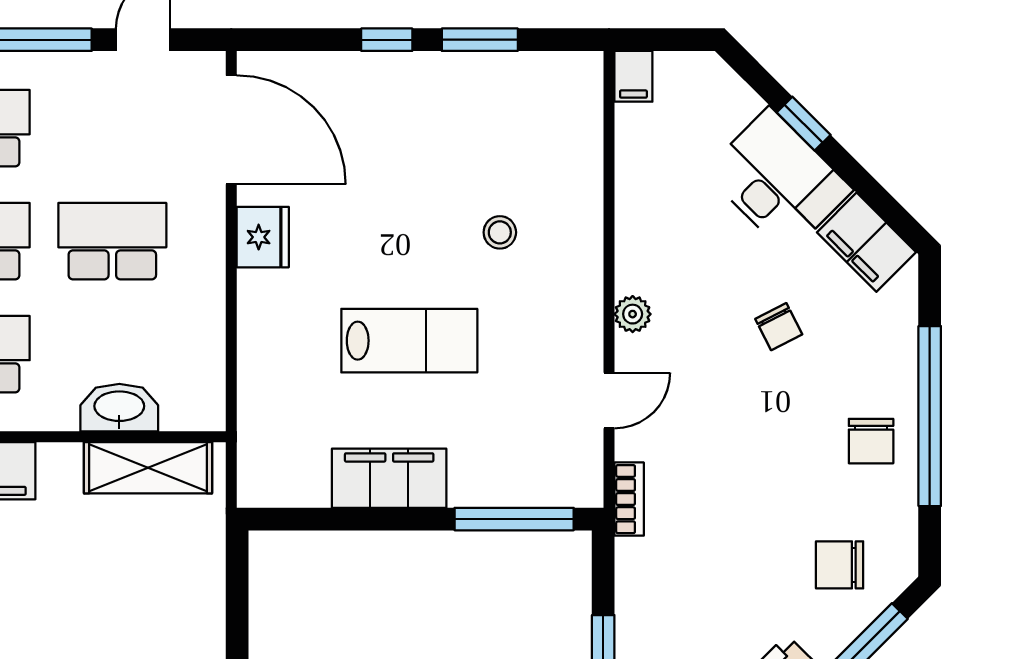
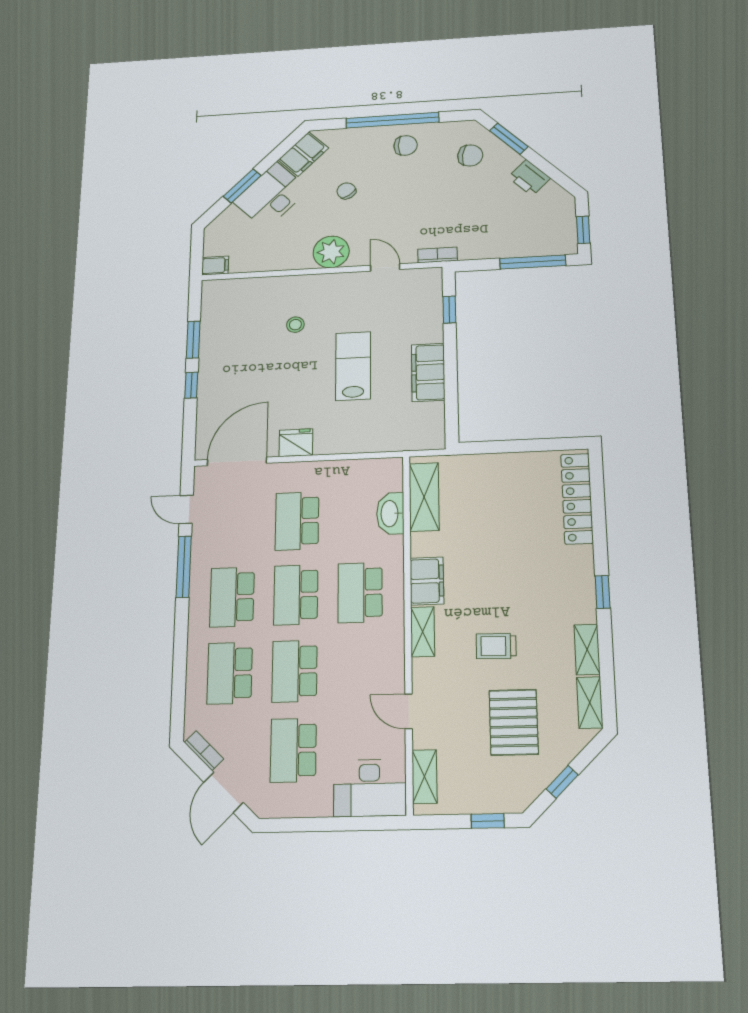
window: (804, 124) -> (242, 186), width x1.50
plant: (633, 314) -> (331, 252), width x1.88, depth x1.88
chair: (779, 327) -> (346, 191), turned -98
window: (514, 519) -> (449, 310), width x0.46
chair: (840, 565) -> (470, 156), turned -82

